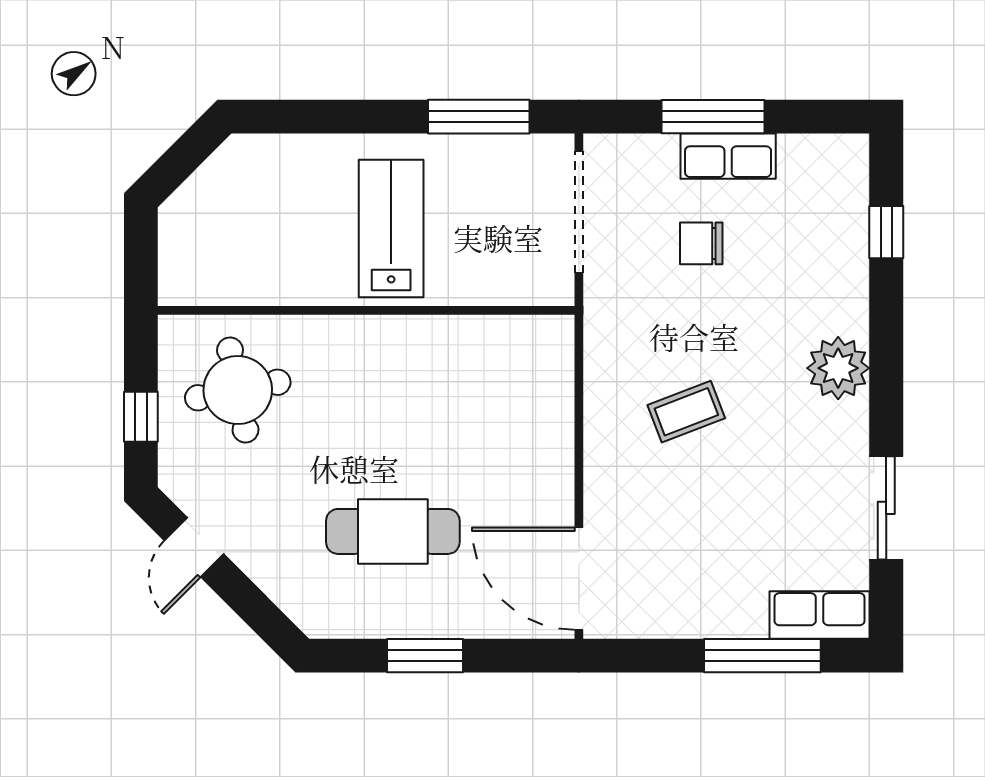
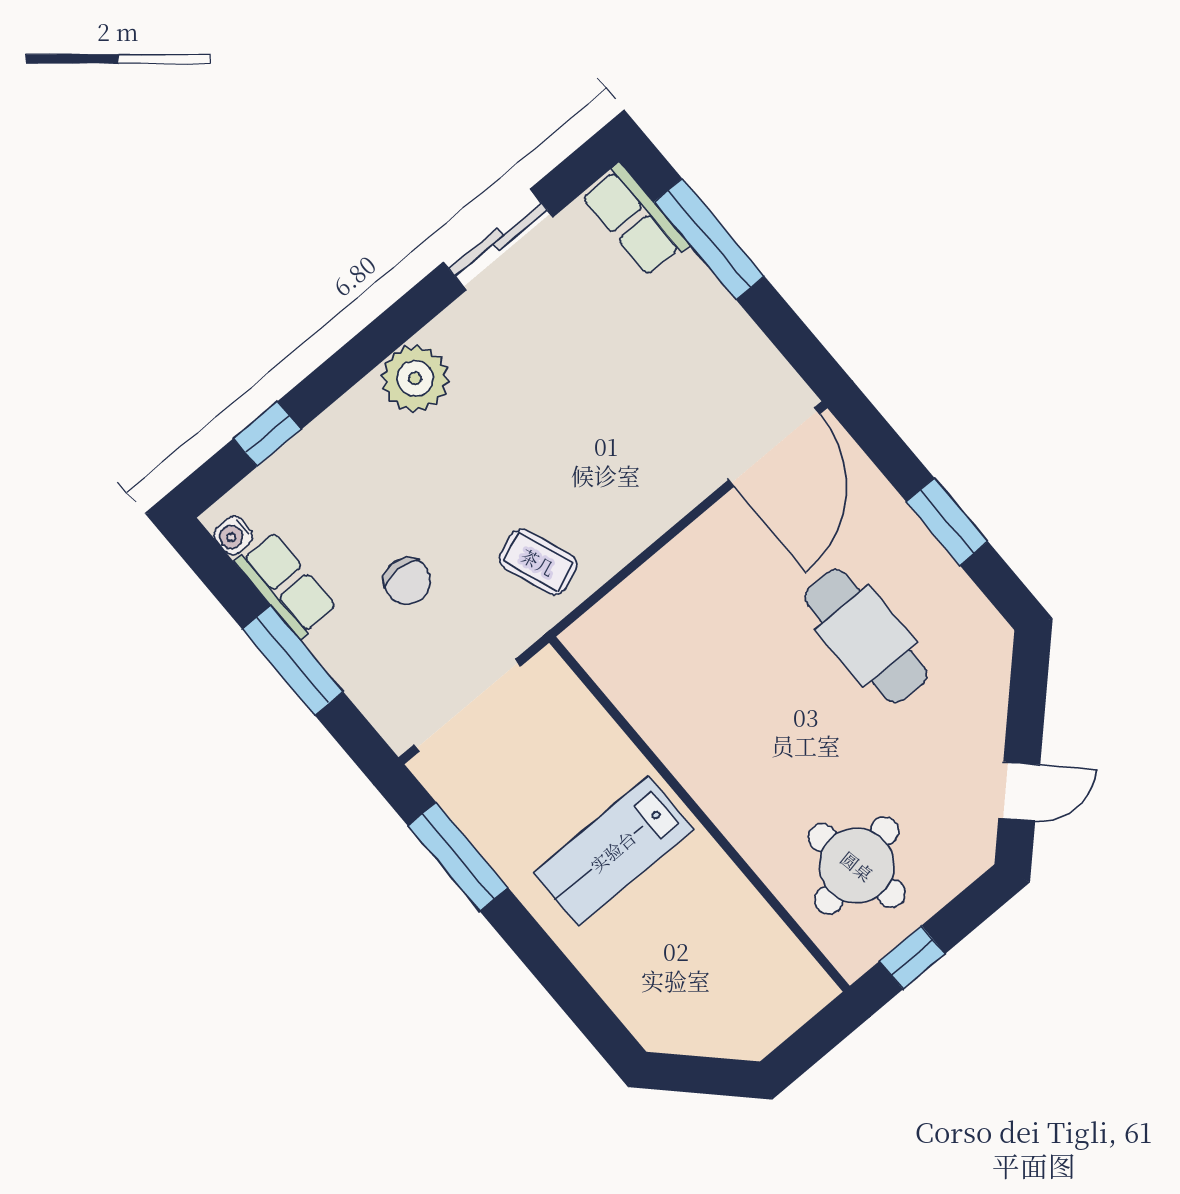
water cooler: (835, 149) -> (233, 535), added
row of seats: (728, 156) -> (286, 585), moved
coffee table: (686, 412) -> (538, 562), moved
window: (141, 417) -> (912, 957), moved

